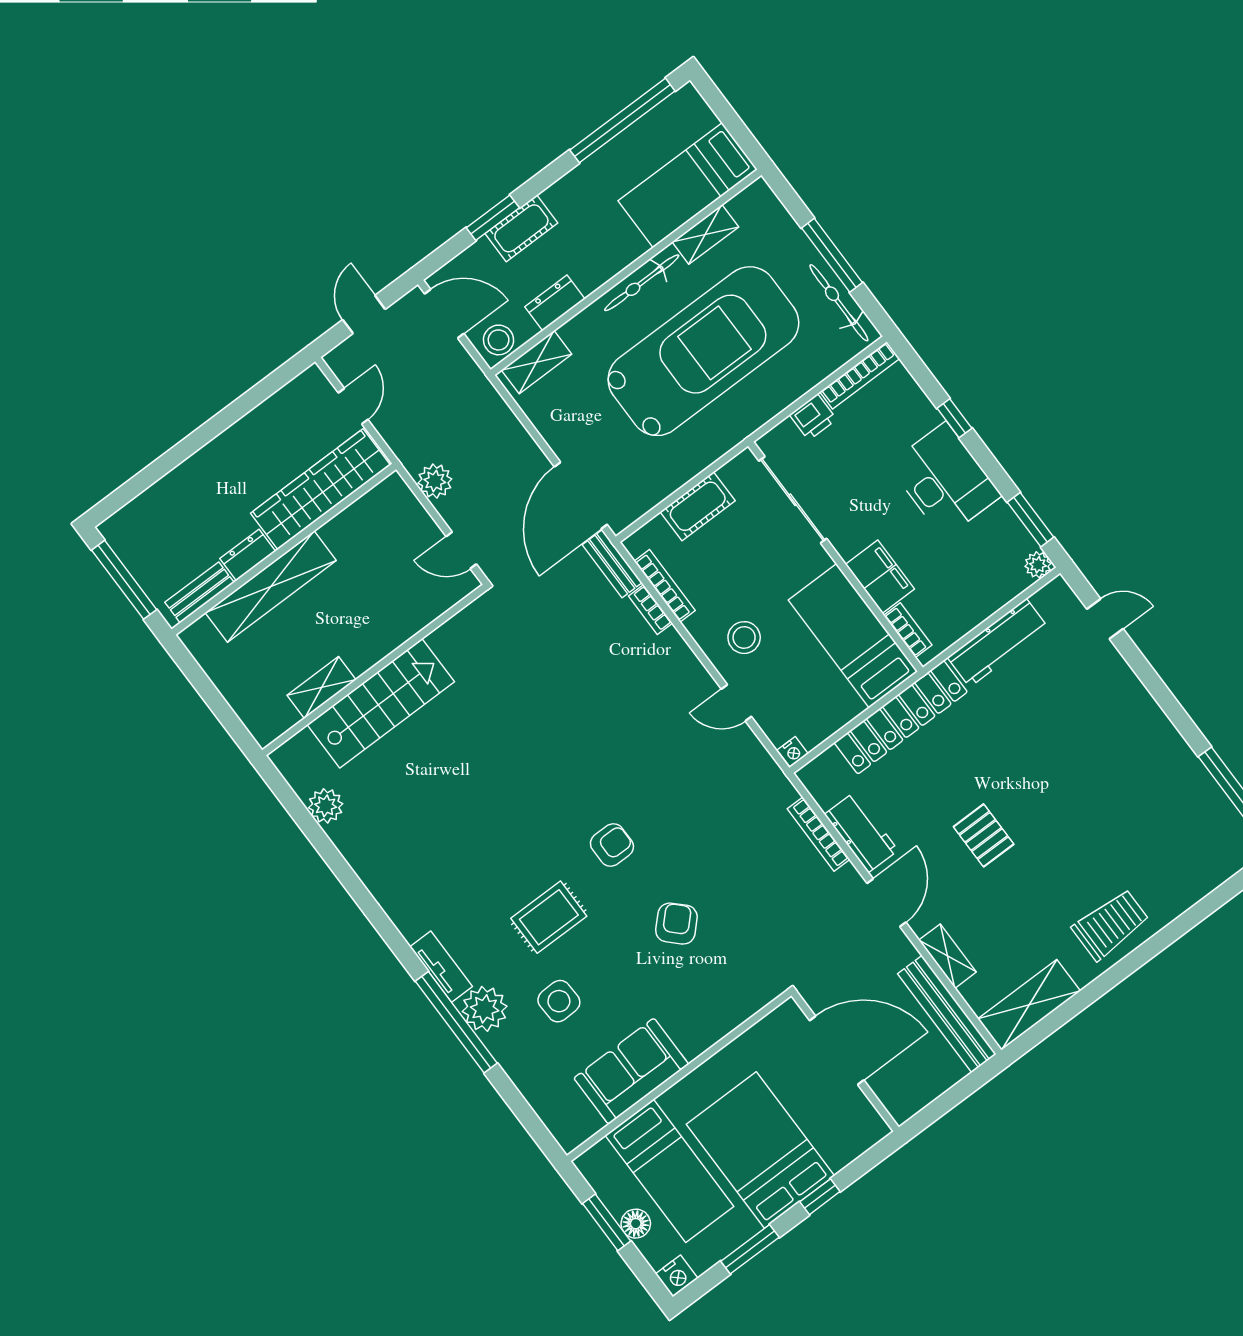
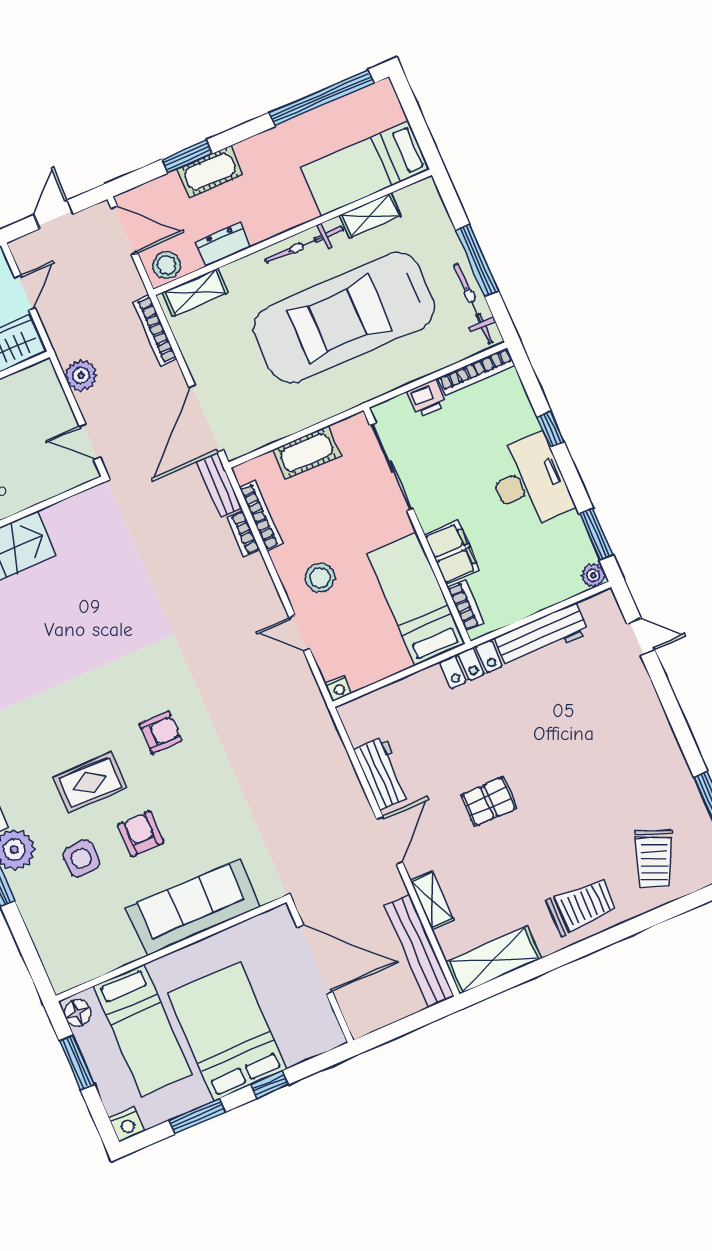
car: (703, 351) -> (344, 318), turned 180
locker: (901, 717) -> (471, 664), width x0.46, depth x0.83
bookcase: (819, 834) -> (155, 330), moved
pallet: (984, 835) -> (489, 802), turned 90
trolley: (1176, 854) -> (654, 858), added
armchair: (676, 924) -> (141, 834), moved, turned -45
sofa: (631, 1071) -> (193, 907), moved, width x1.36
floor lamp: (636, 1224) -> (77, 1013), moved

